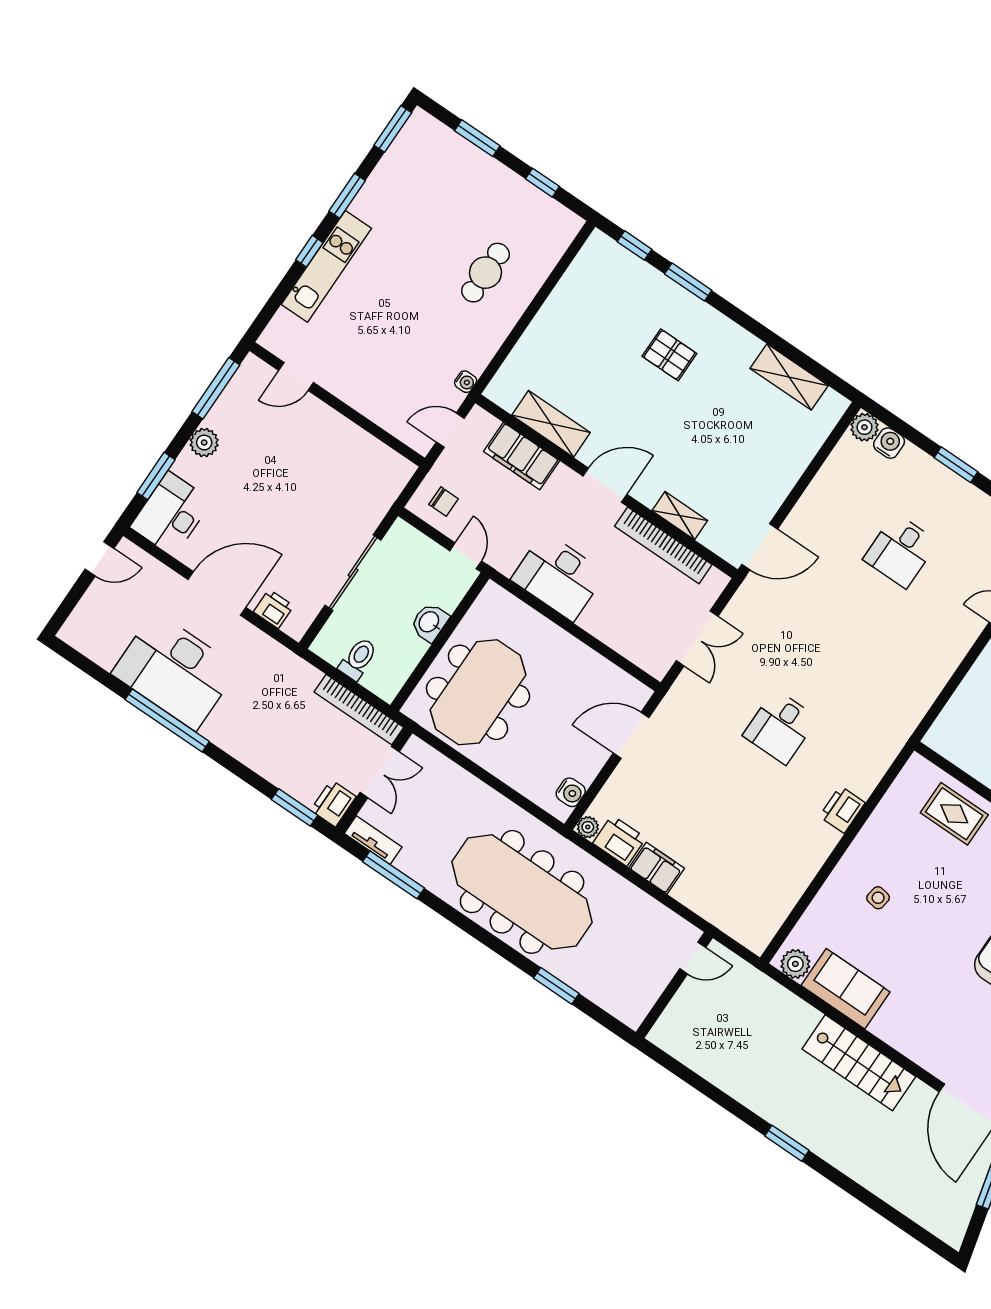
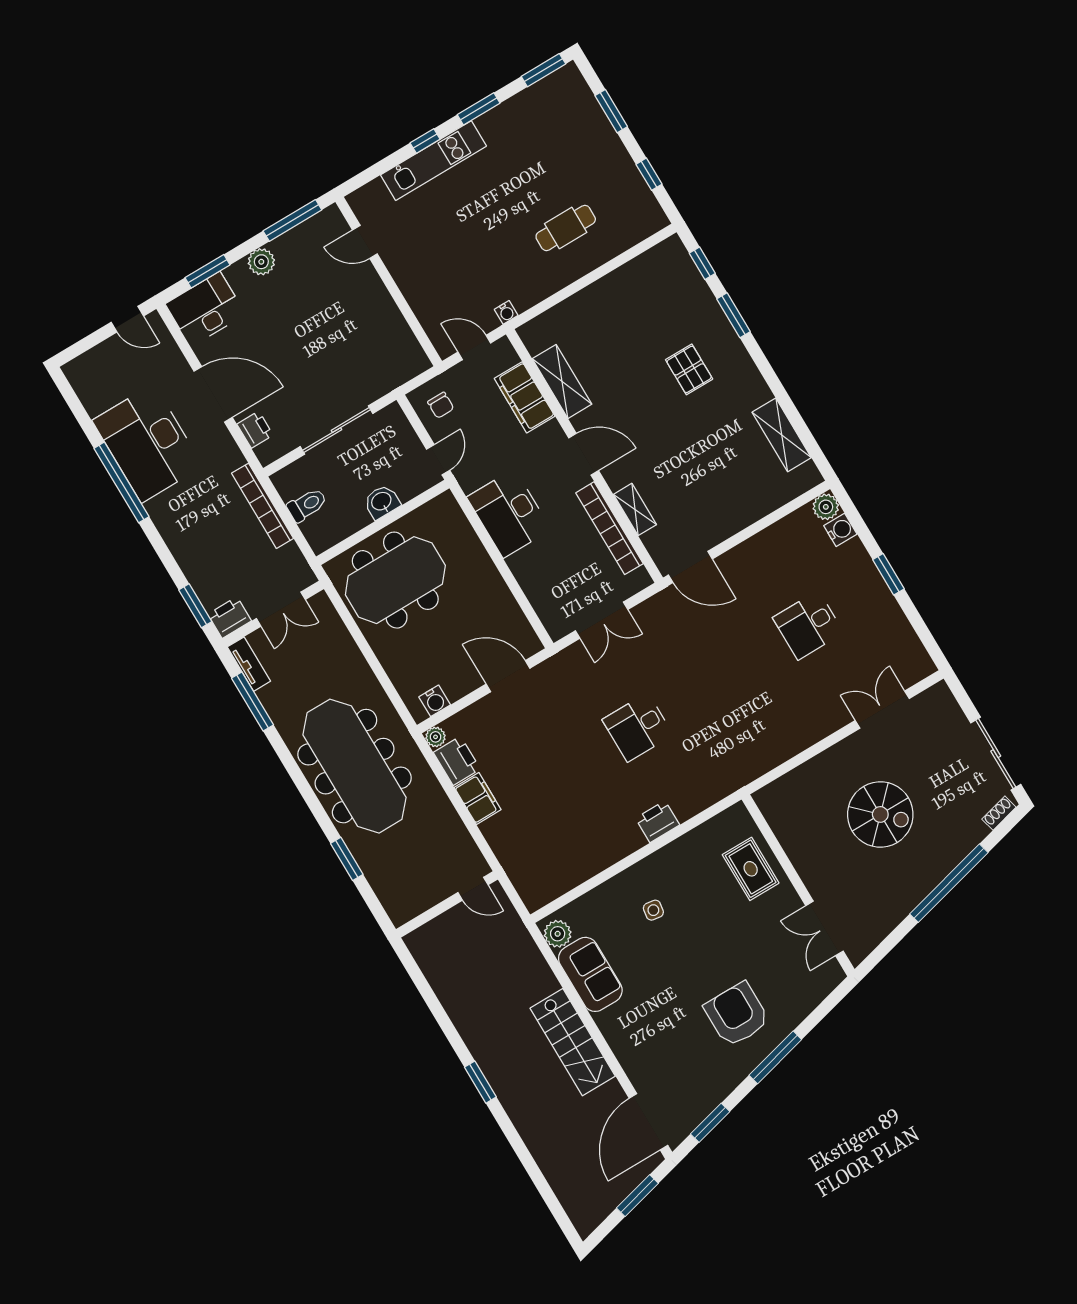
bookcase: (359, 710) -> (263, 506), moved

